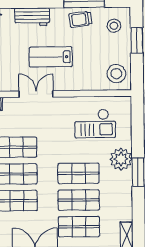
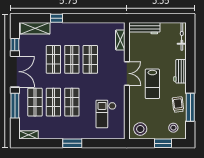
lab bench: (51, 57) -> (152, 84), turned 180
plant: (121, 159) -> (81, 132), removed

